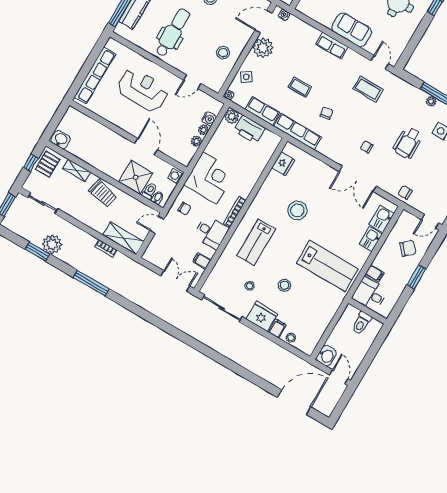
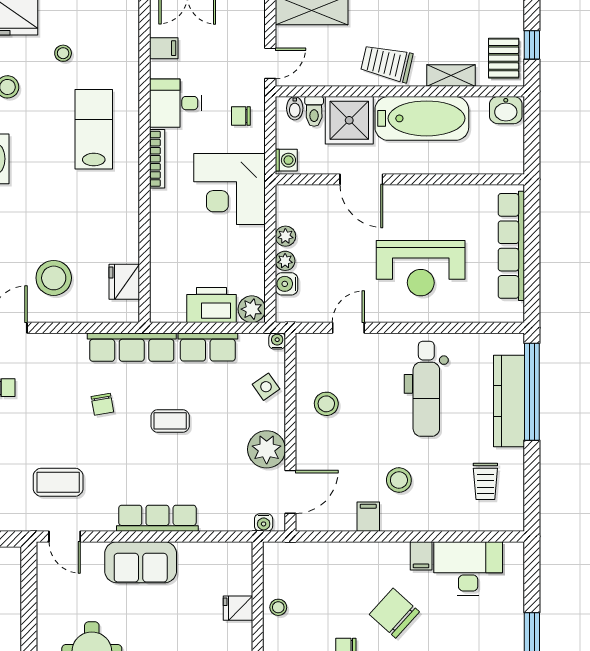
row of seats: (332, 46) -> (157, 518), width x1.48
bathtub: (102, 159) -> (422, 118), added
stool: (297, 210) -> (54, 278), moved

